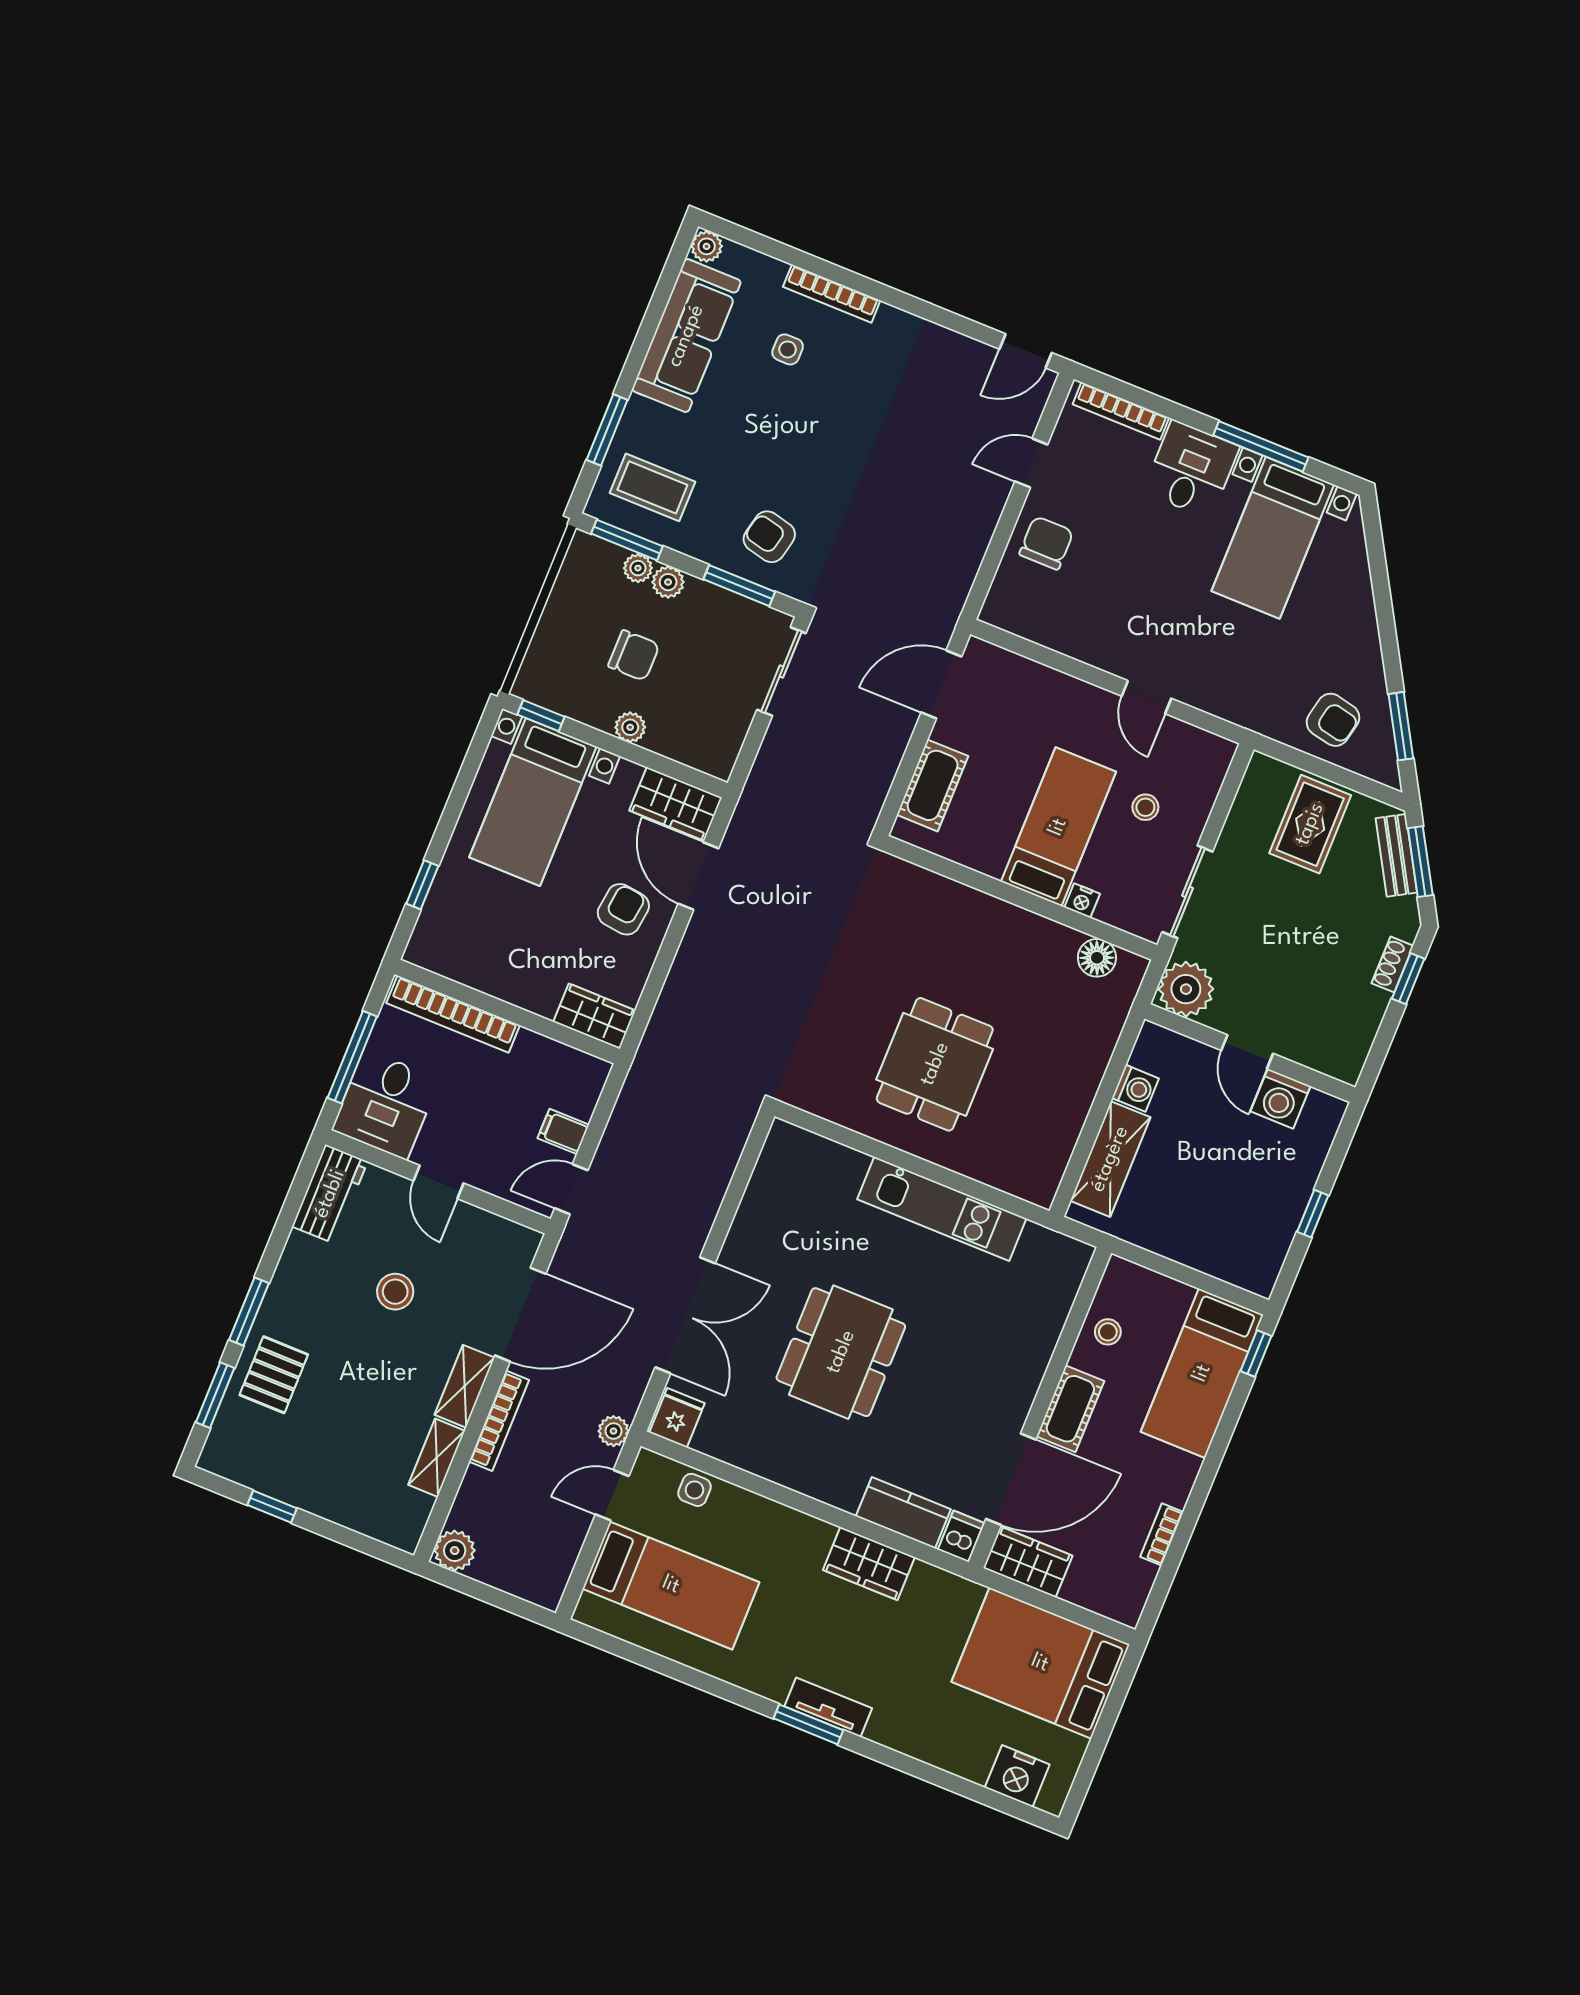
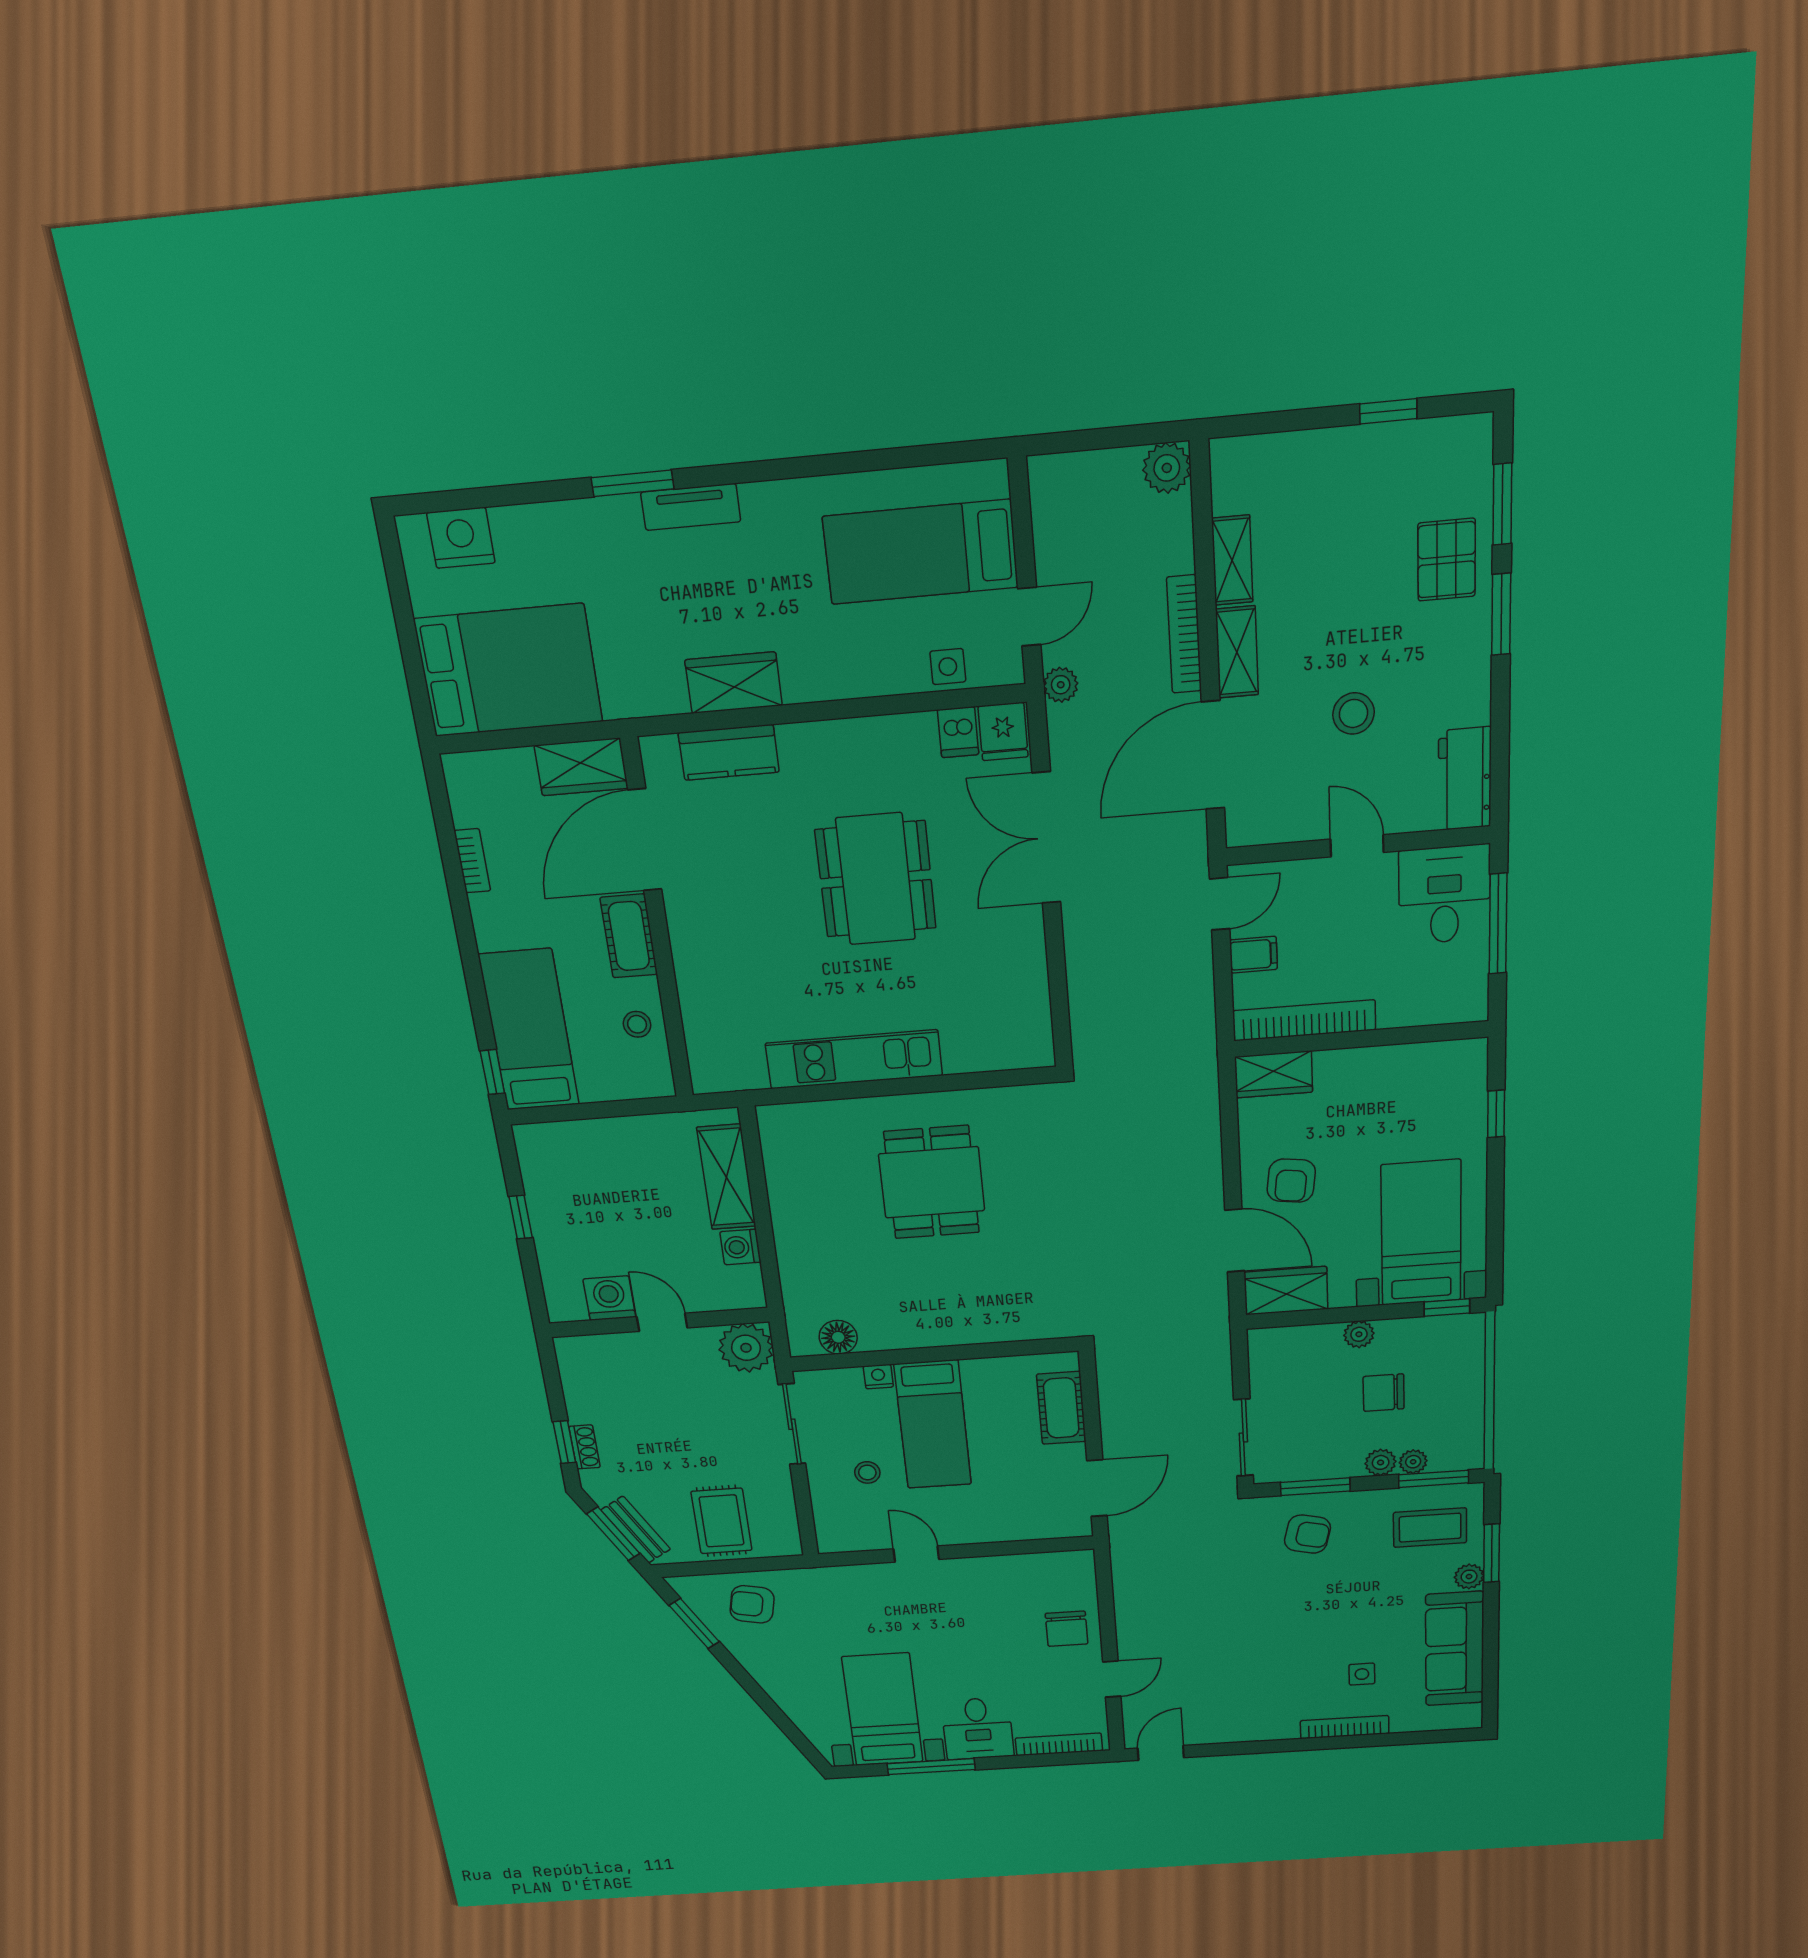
plant: (707, 246) -> (1469, 1577), moved
bookcase: (453, 1014) -> (1304, 1020), moved
dishwasher: (961, 1536) -> (958, 732), moved
window: (808, 1724) -> (632, 483), moved

